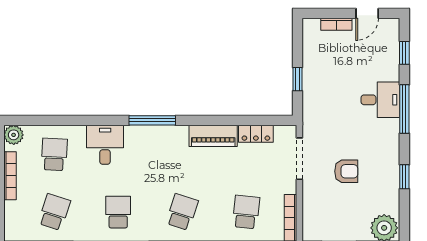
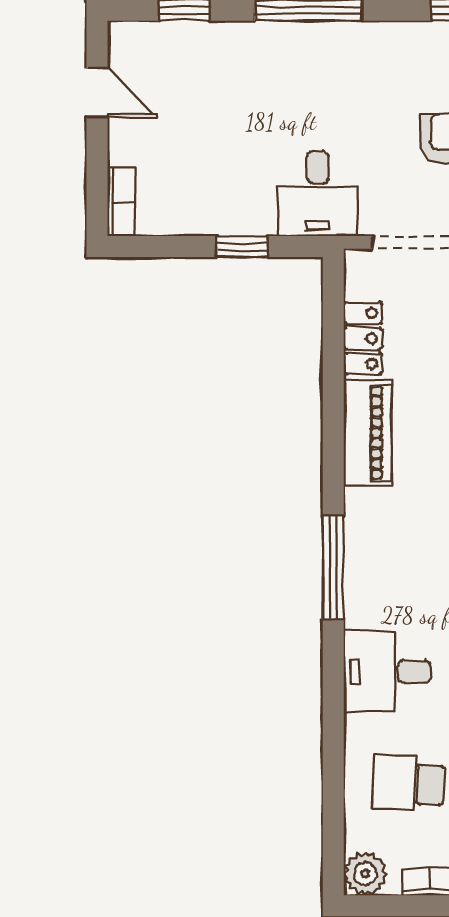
bookcase: (336, 24) -> (121, 202), moved
desk: (380, 100) -> (318, 194), moved, turned 180

